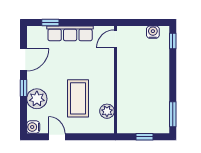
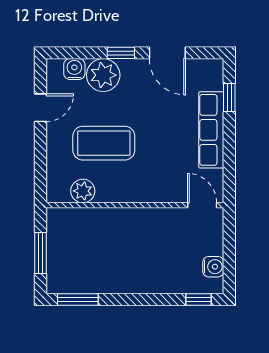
water cooler: (33, 127) -> (74, 69), moved
window: (145, 137) -> (40, 253), width x1.50

